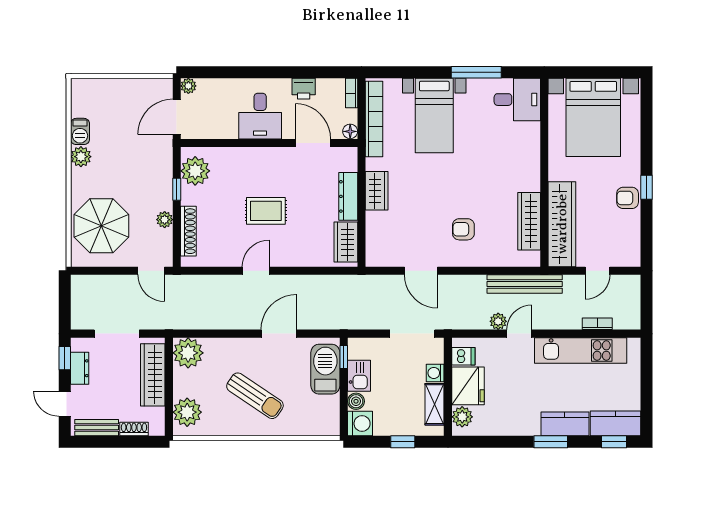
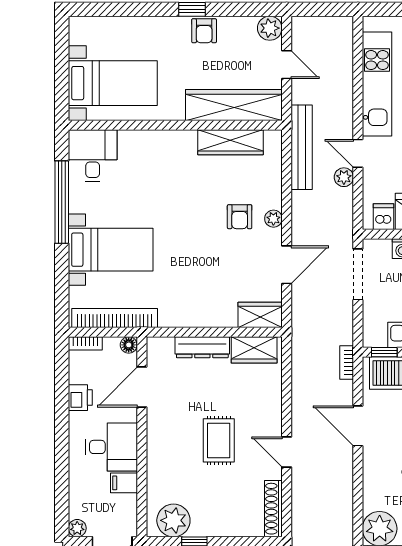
window: (476, 72) -> (62, 202), width x1.46
bed with nightstands: (593, 117) -> (113, 83), width x0.73
filing cabinet: (228, 127) -> (124, 483), added
wardrobe: (377, 191) -> (260, 315), moved
shoe rack: (188, 231) -> (273, 509), moved, turned -90
plant: (630, 256) -> (270, 28), added
plant: (462, 259) -> (273, 219), added
bookcase: (597, 324) -> (347, 363), moved

